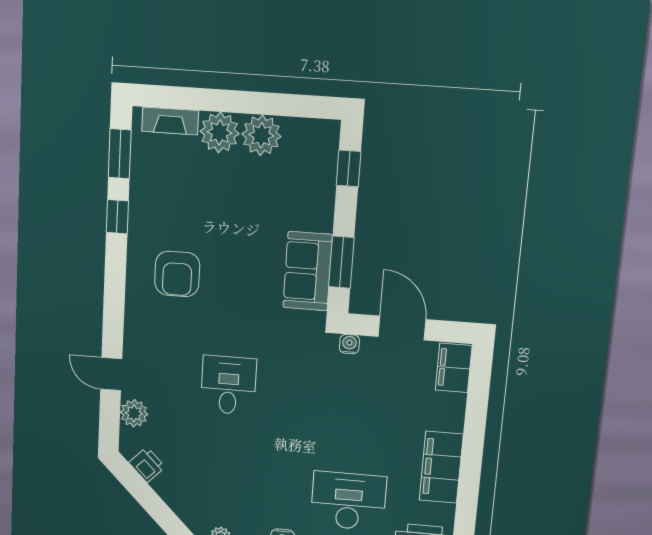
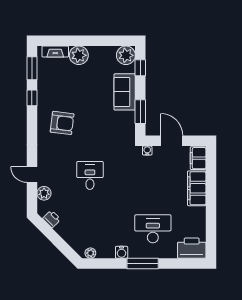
plant: (261, 135) -> (126, 55), moved
sofa: (308, 271) -> (125, 92), moved
armchair: (177, 274) -> (62, 123), turned -83
filing cabinet: (441, 467) -> (197, 188), moved

